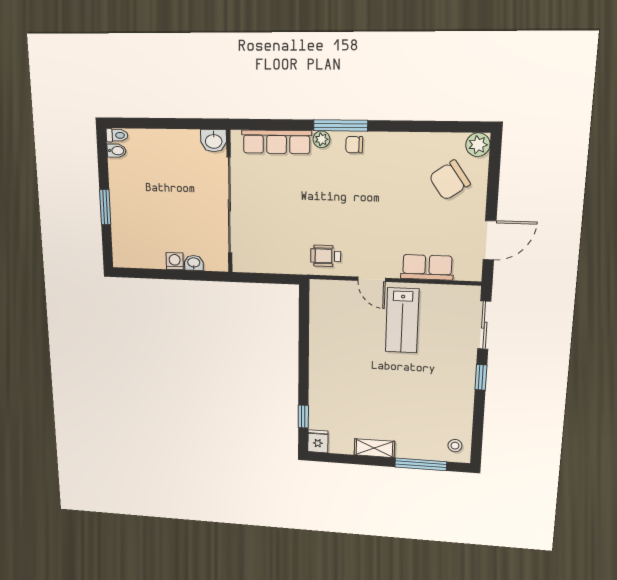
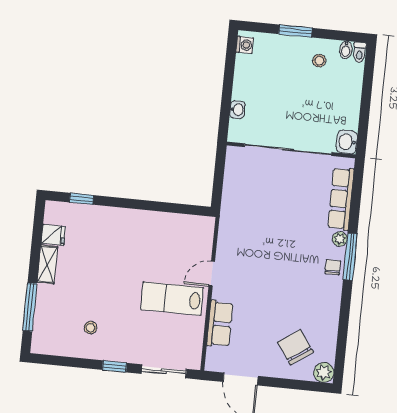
stool: (132, 179) -> (319, 61), added
wheelchair: (326, 256) -> (236, 234), removed
washing machine: (175, 261) -> (245, 45), moved
fridge: (318, 441) -> (53, 235), moved
stool: (455, 446) -> (90, 328), moved

